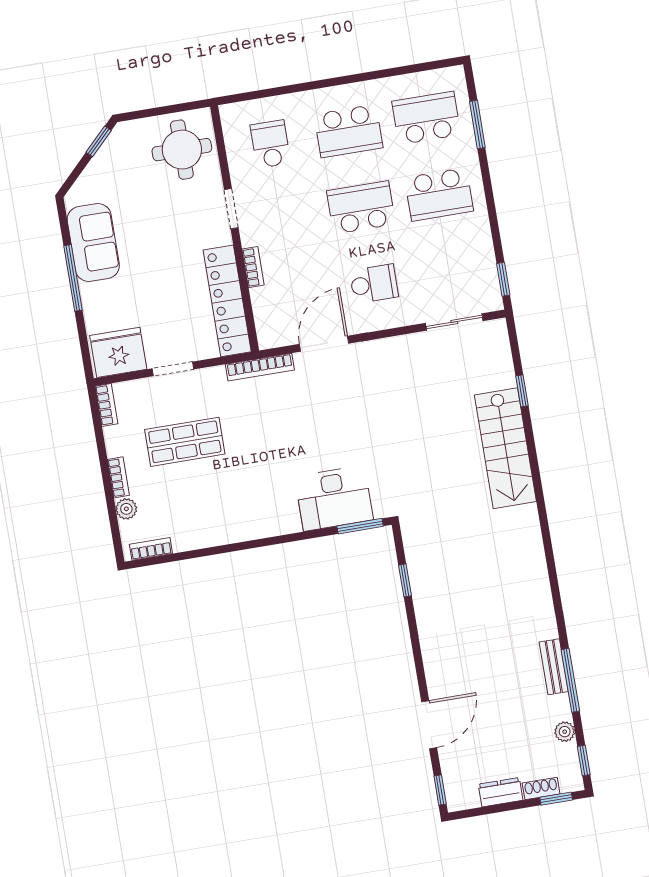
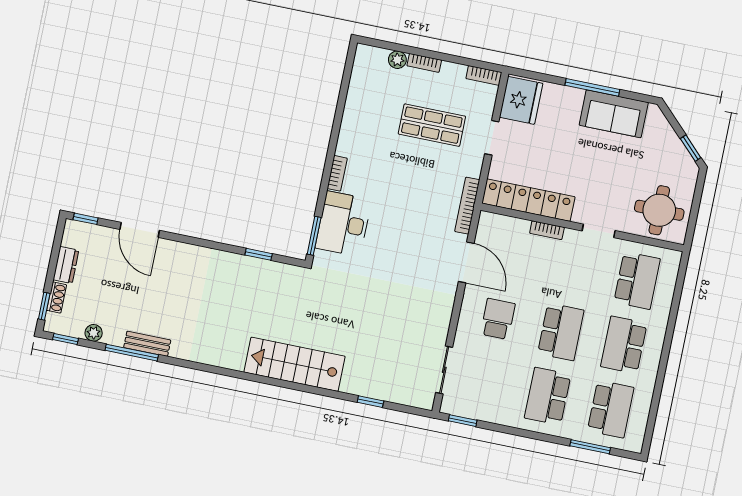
school desk: (270, 144) -> (637, 281), width x1.85
school desk: (374, 284) -> (498, 319), turned 180
shop shelf: (185, 442) -> (432, 125), turned 90
stairs: (505, 448) -> (295, 364), moved
bookcase: (151, 549) -> (337, 173), moved

